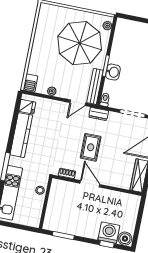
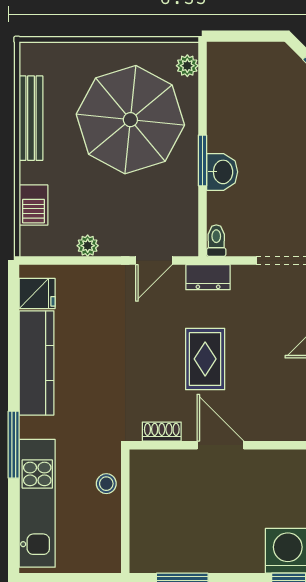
barbecue: (30, 83) -> (34, 205), moved
bench: (95, 86) -> (31, 118), moved

